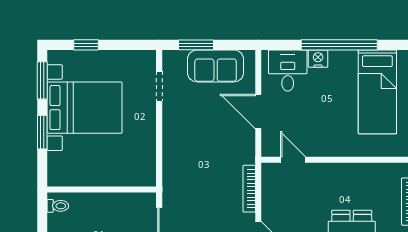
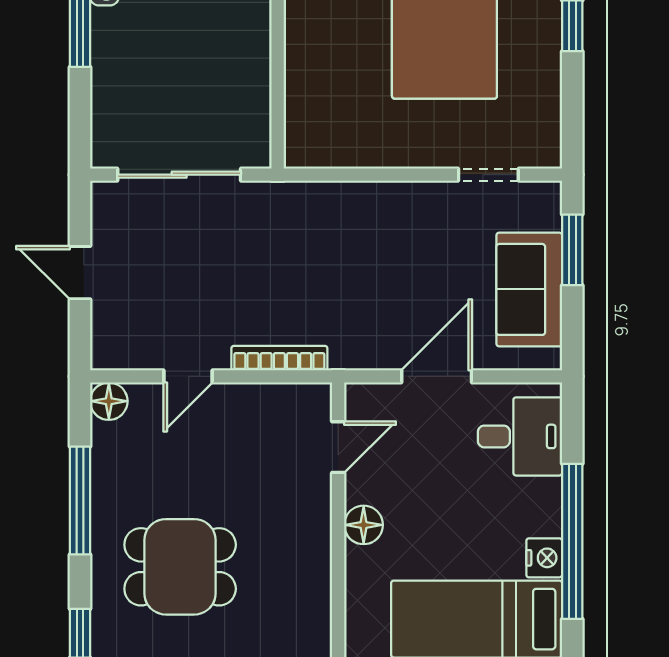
nightstand: (318, 59) -> (544, 558), moved
floor lamp: (331, 147) -> (364, 525), added

